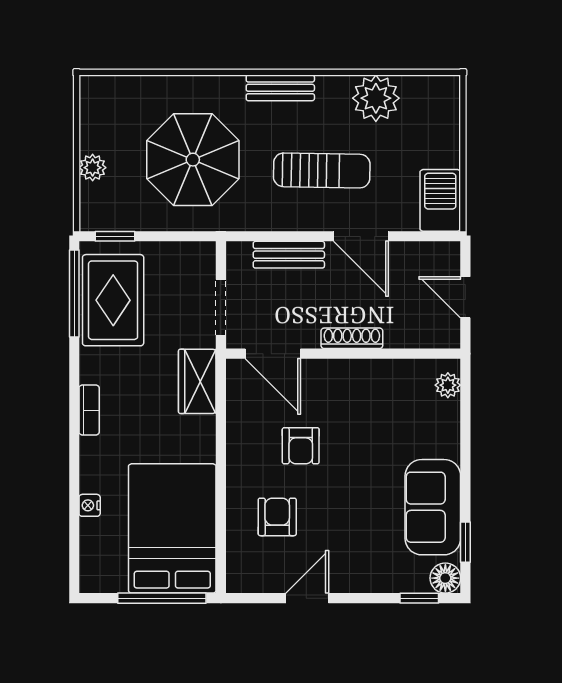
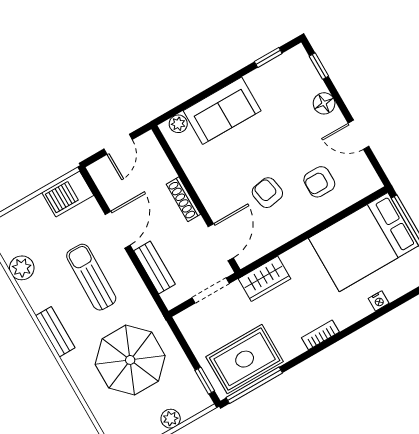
plant: (376, 98) -> (22, 268), width x0.73, depth x0.73
armchair: (301, 446) -> (267, 193), turned -100
sofa: (433, 507) -> (222, 111), moved
floor lamp: (445, 578) -> (324, 103), moved

